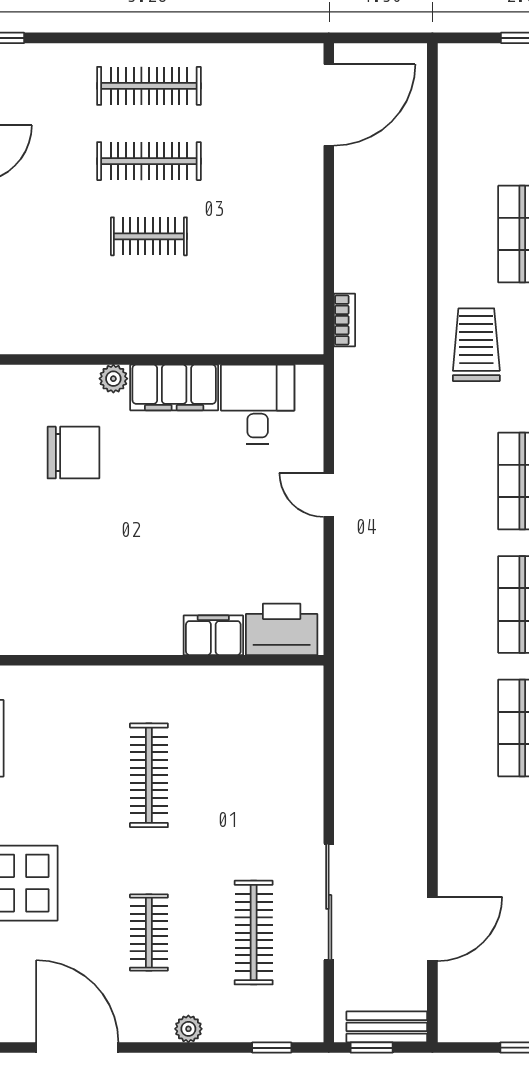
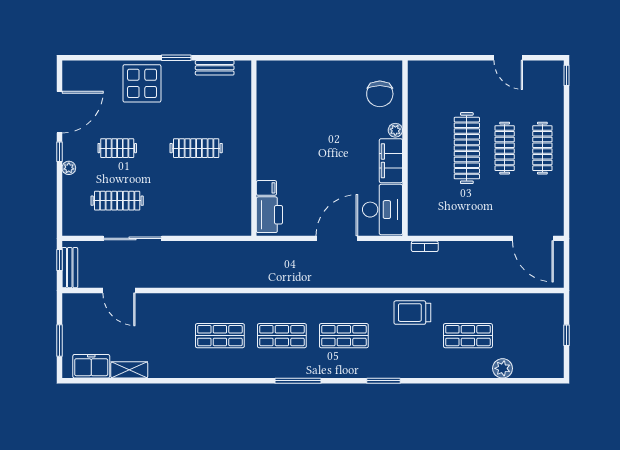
clothes rail: (149, 236) -> (467, 148), width x1.86, depth x1.31
trolley: (476, 345) -> (412, 313), turned 180
desk: (258, 404) -> (382, 210), width x1.37
chair: (73, 453) -> (380, 94), moved
door: (329, 495) -> (337, 238), width x1.88
filing cabinet: (213, 635) -> (266, 188), width x0.50
window: (272, 1048) -> (59, 152), moved

